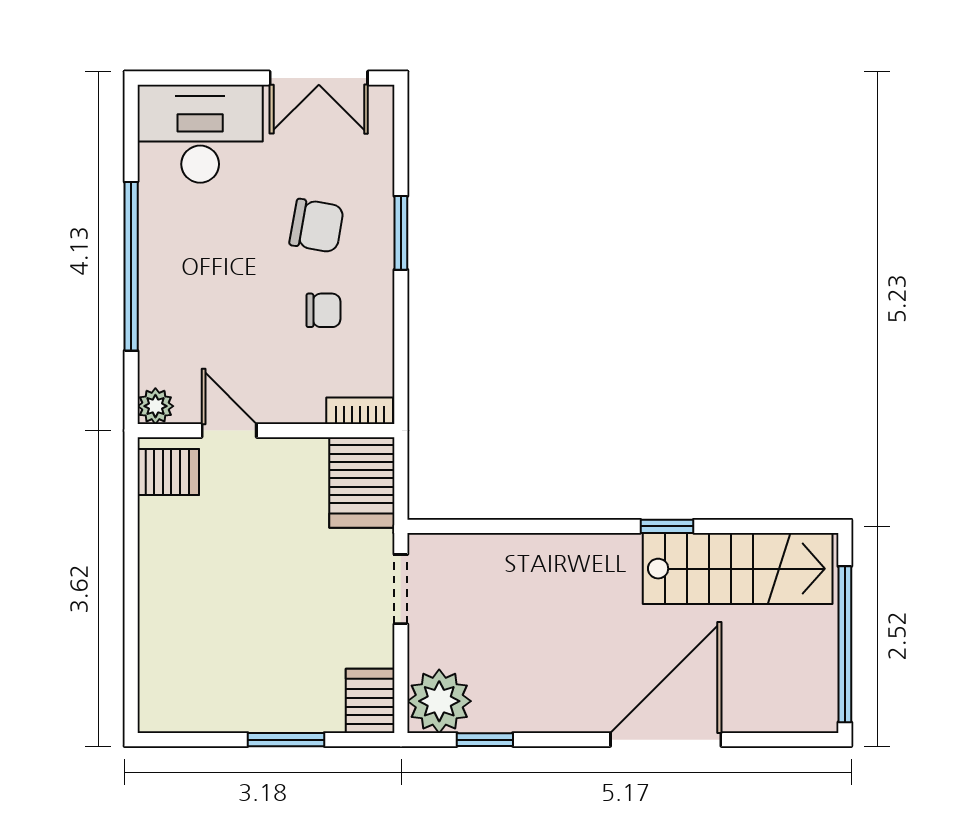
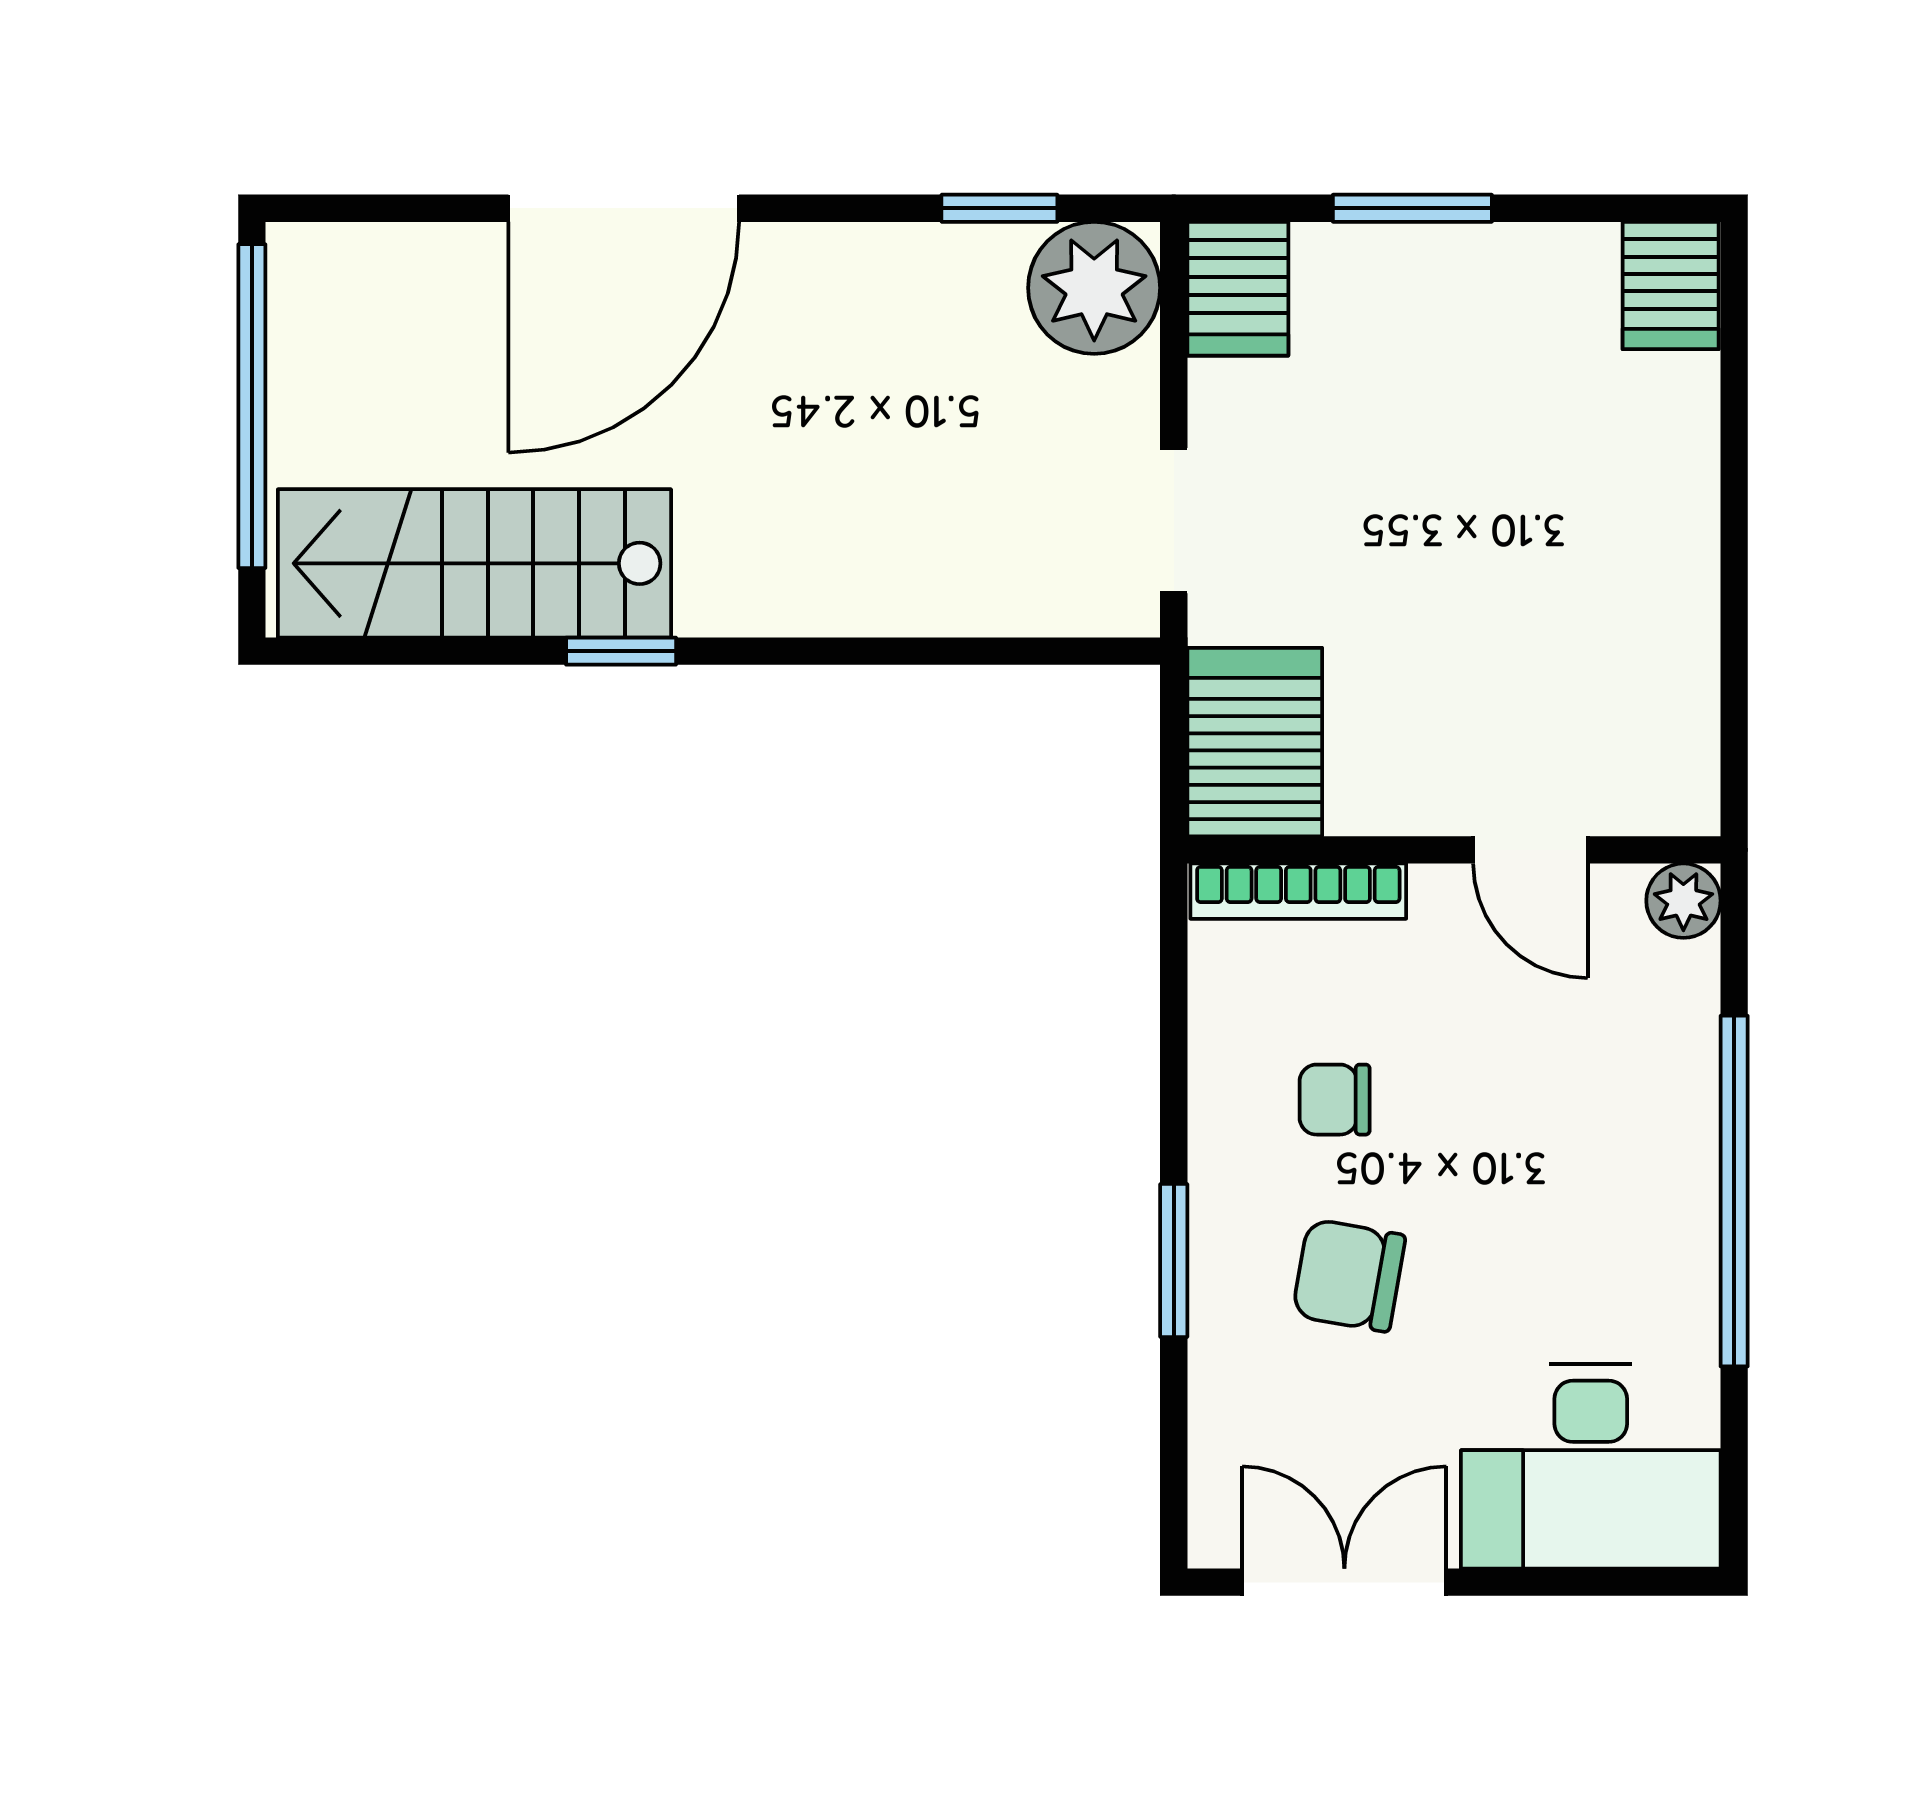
bookcase: (360, 411) -> (1298, 891), width x1.56
server rack: (168, 472) -> (1671, 286), moved, turned -90

